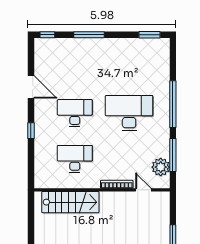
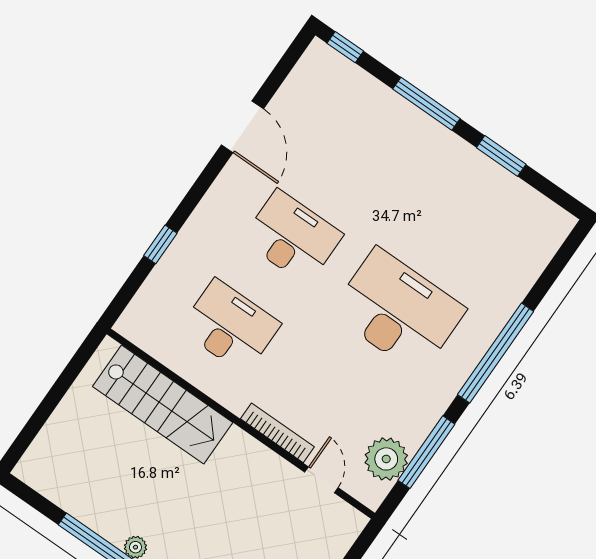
window: (149, 35) -> (501, 156), moved
window: (31, 131) -> (160, 244), moved

